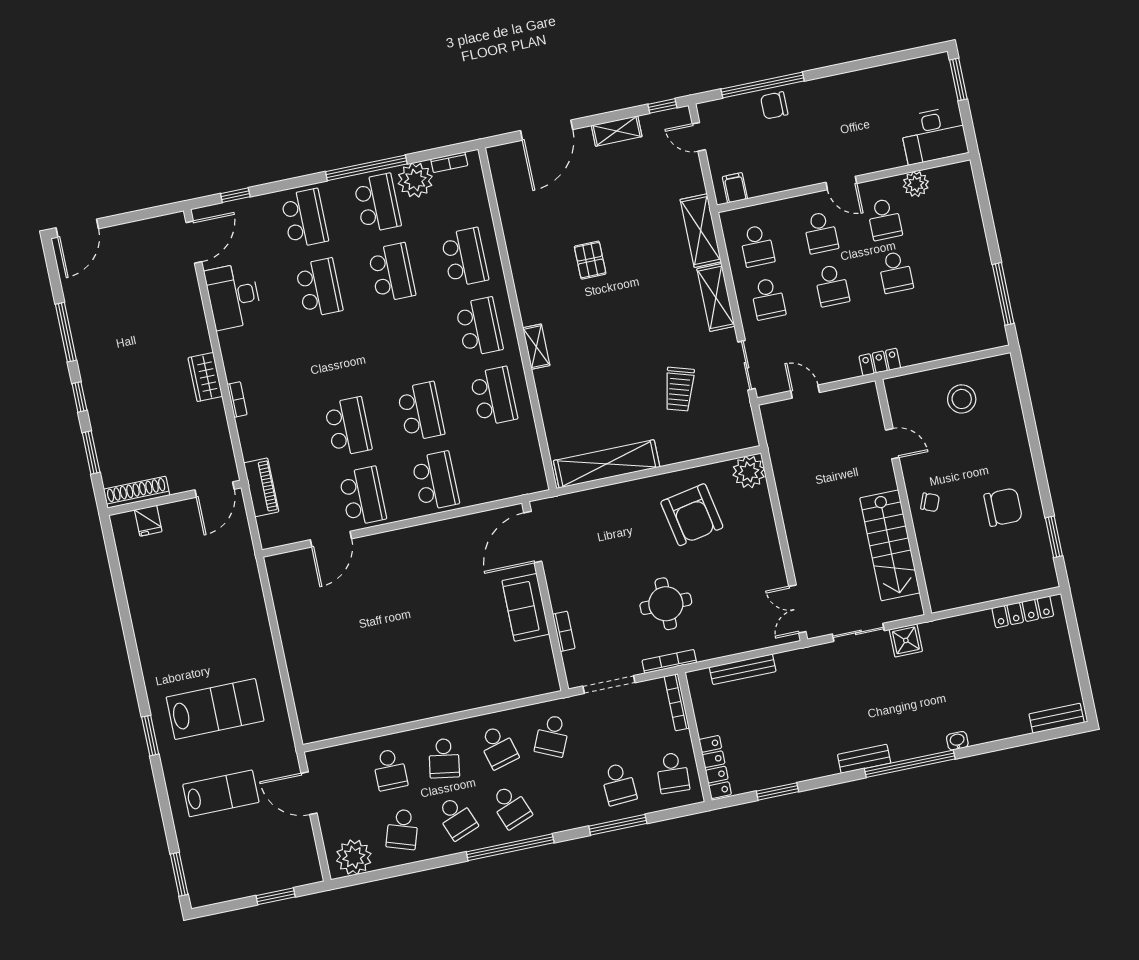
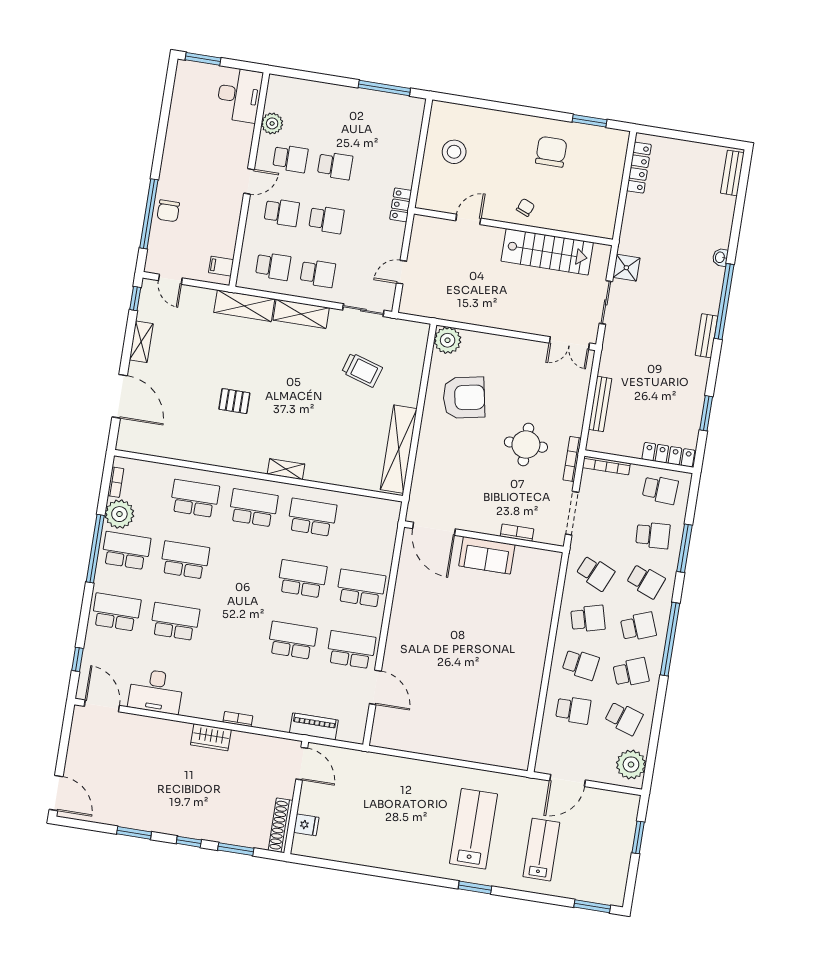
door: (699, 137) -> (170, 279), hinge flipped
window: (66, 332) -> (134, 833), width x0.69
school desk: (565, 795) -> (646, 581), added

